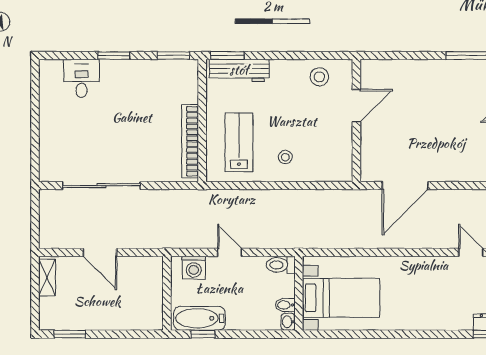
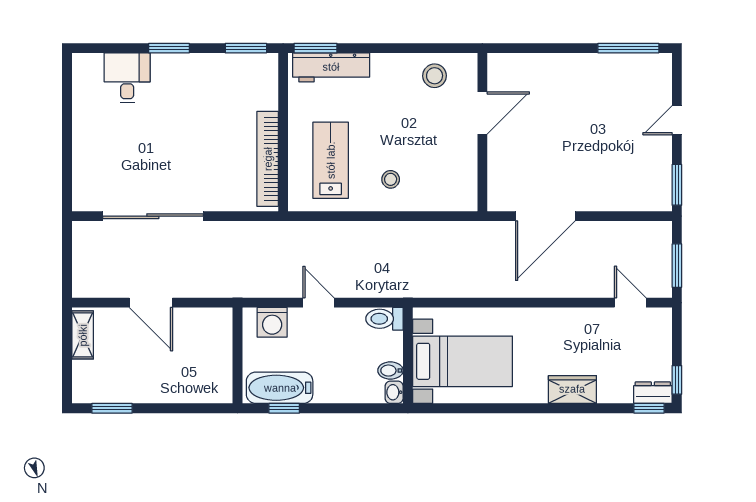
wardrobe: (426, 320) -> (572, 389), added

